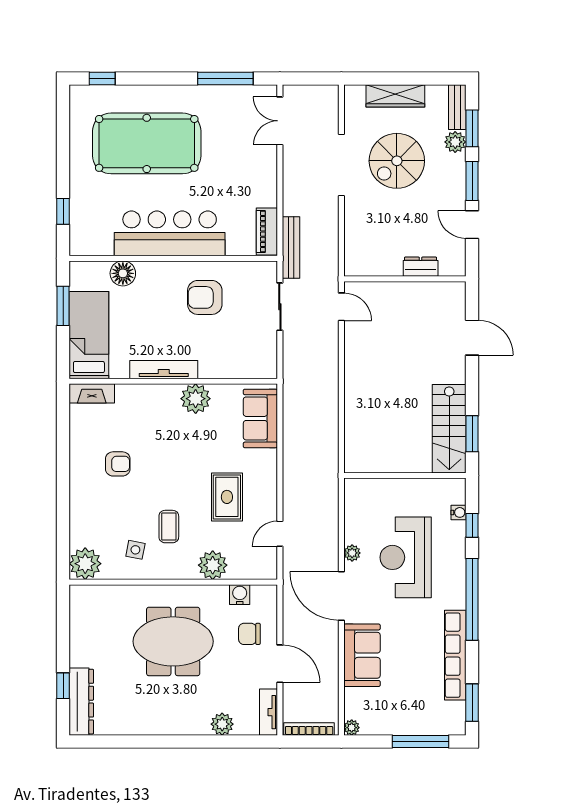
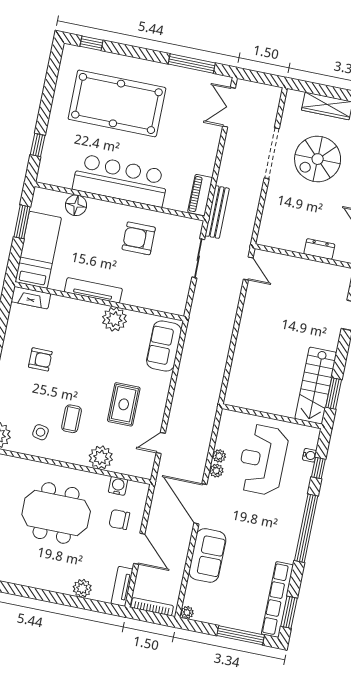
plant: (352, 535) -> (219, 456), added
reception desk: (406, 557) -> (263, 460), moved
row of seats: (455, 655) -> (277, 600), moved

